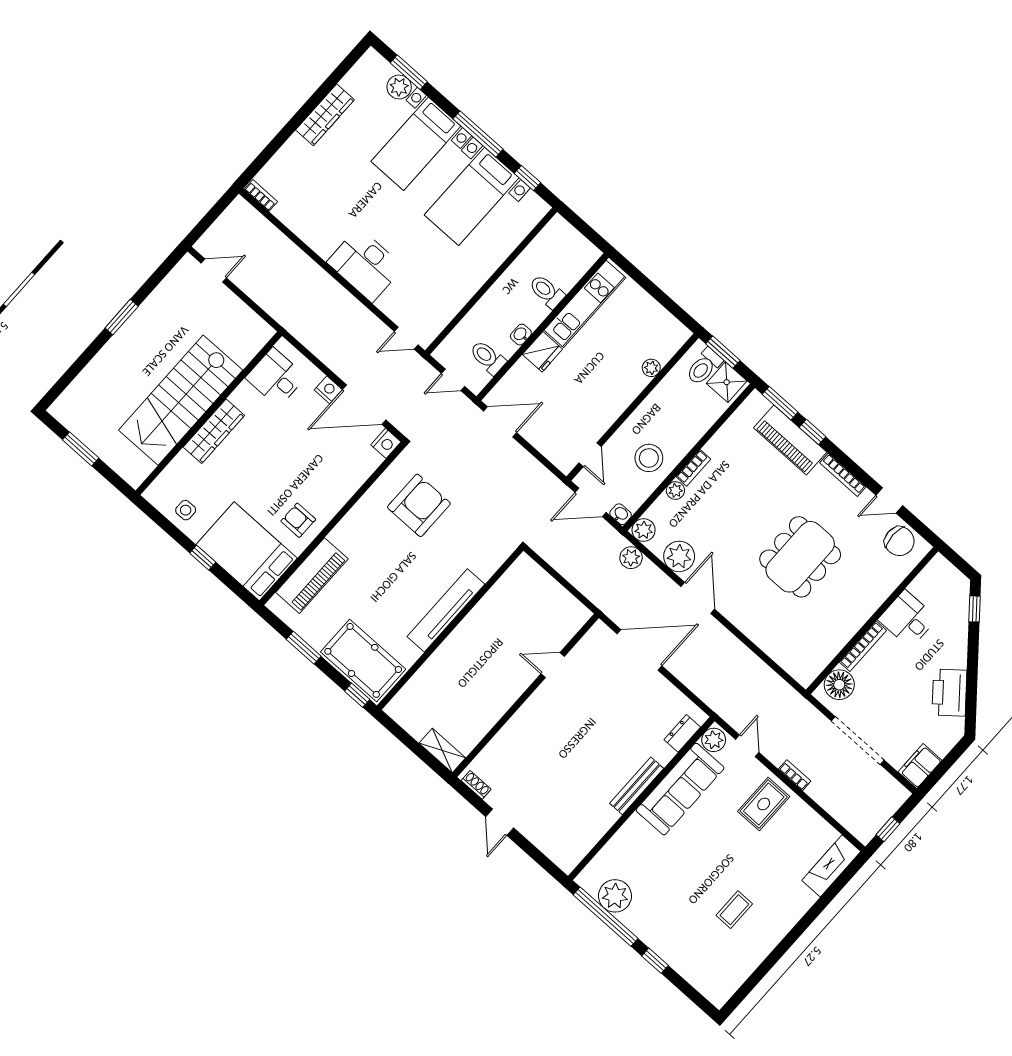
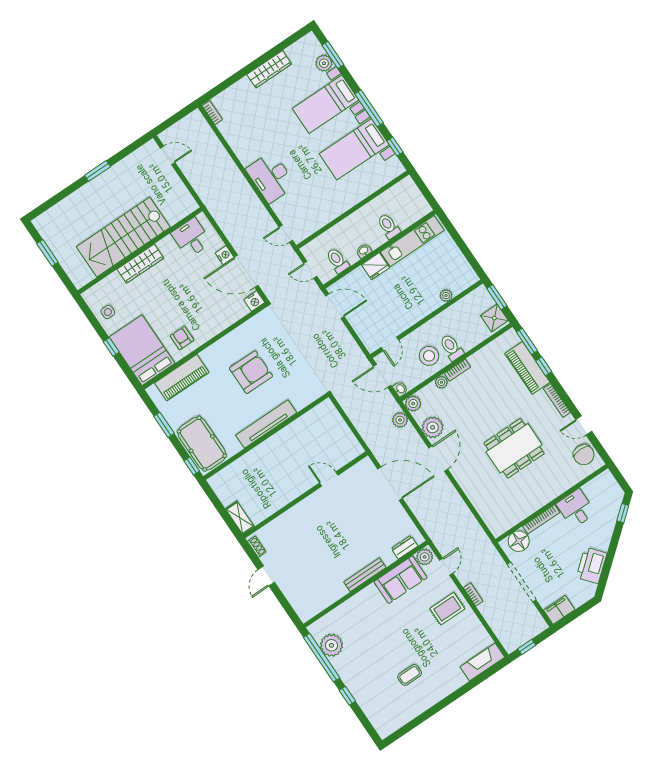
toilet: (704, 367) -> (451, 347), moved, turned 90
armchair: (419, 505) -> (251, 372), moved
sofa: (680, 789) -> (400, 580), width x0.73

